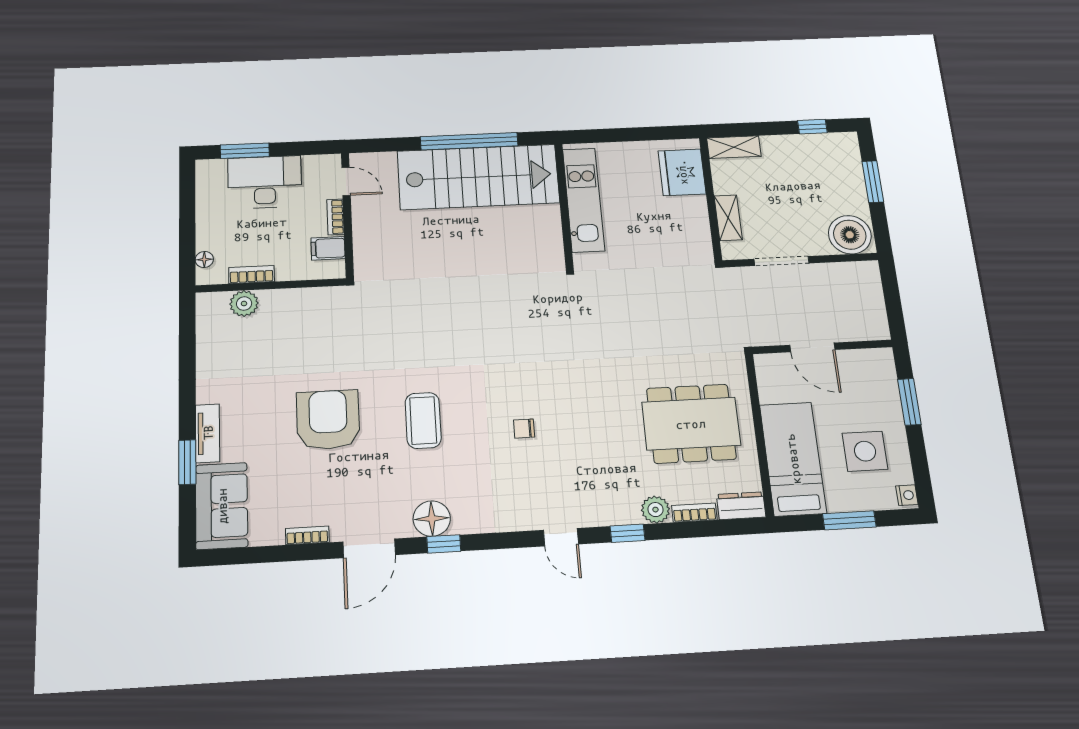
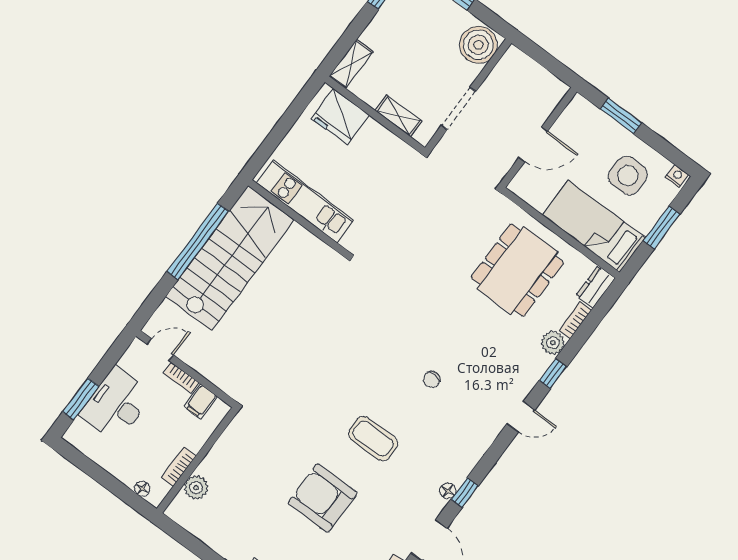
floor lamp: (432, 519) -> (448, 491), width x0.53, depth x0.53

